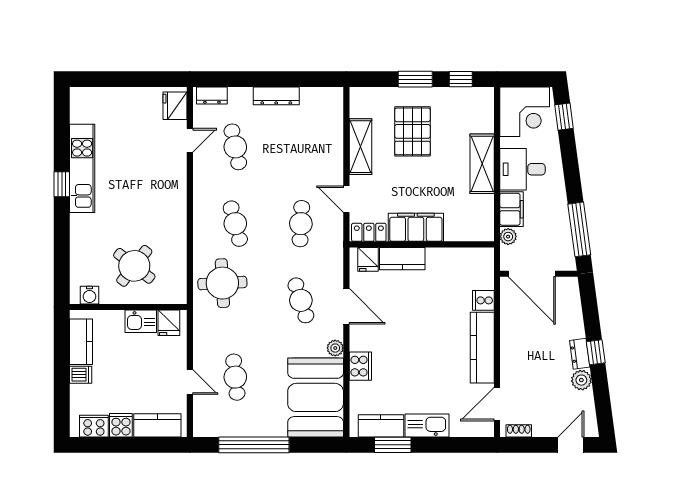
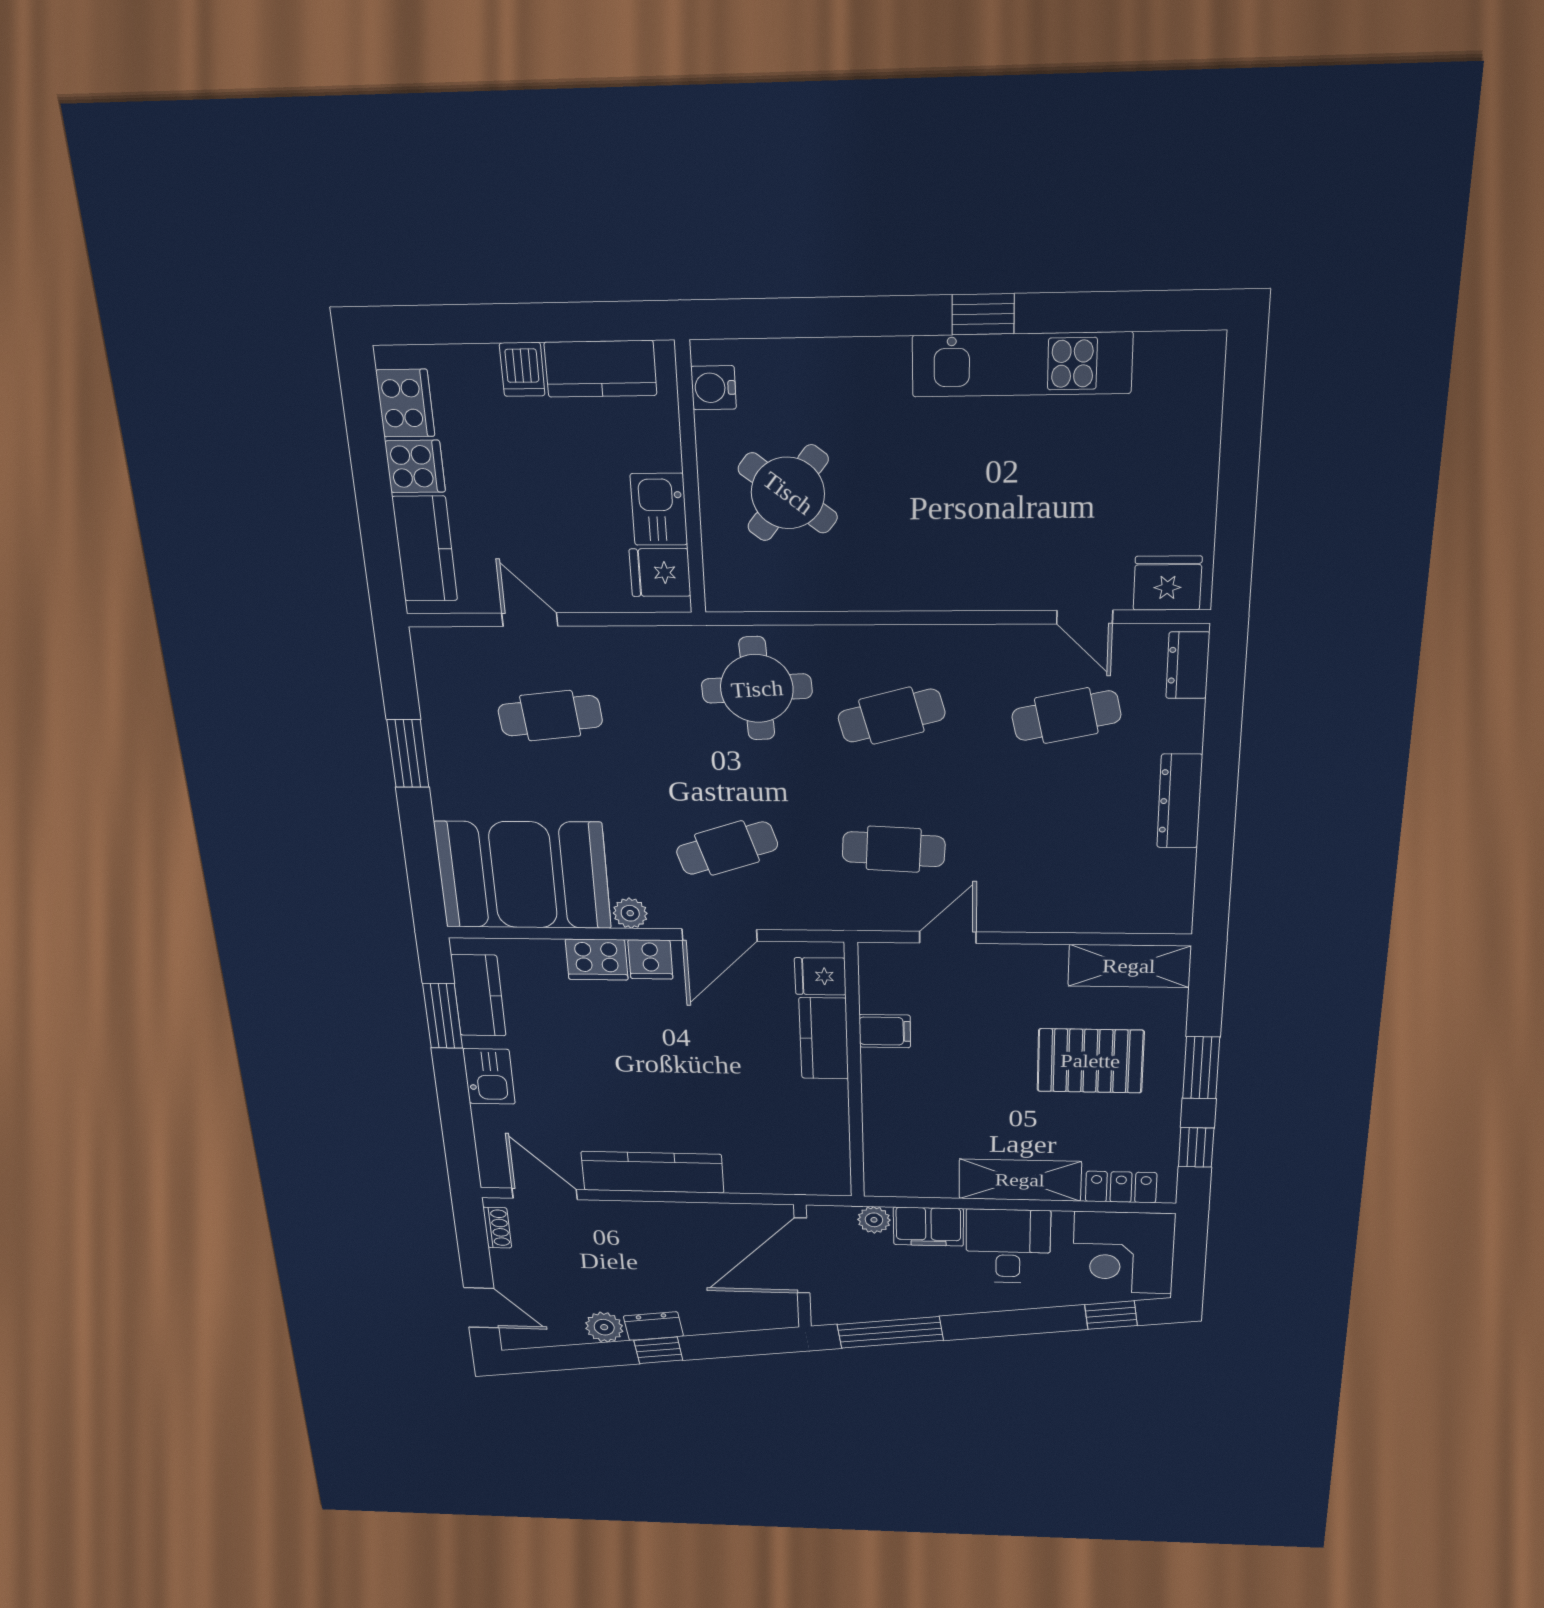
shelving: (360, 147) -> (1129, 966), moved
filing cabinet: (416, 227) -> (885, 1031), width x0.33, depth x0.86
locker: (369, 232) -> (1121, 1187), moved, turned -90
cooker: (483, 300) -> (650, 959), moved, turned 180
door: (190, 382) -> (530, 620), swing flipped
kitchen sink: (427, 425) -> (489, 1076), width x0.73
window: (254, 445) -> (408, 754), width x0.47

